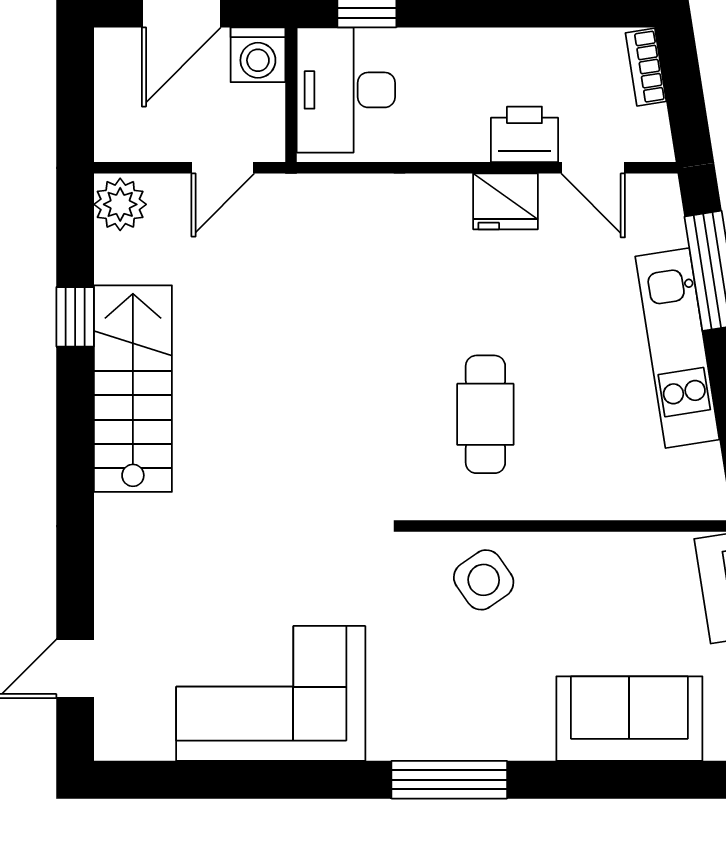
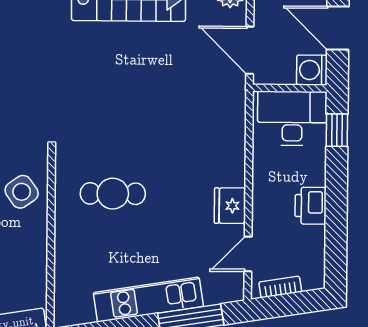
bookcase: (646, 67) -> (280, 287), moved
printer: (524, 134) -> (310, 206), moved, turned 180
door: (223, 168) -> (250, 50), width x1.38

